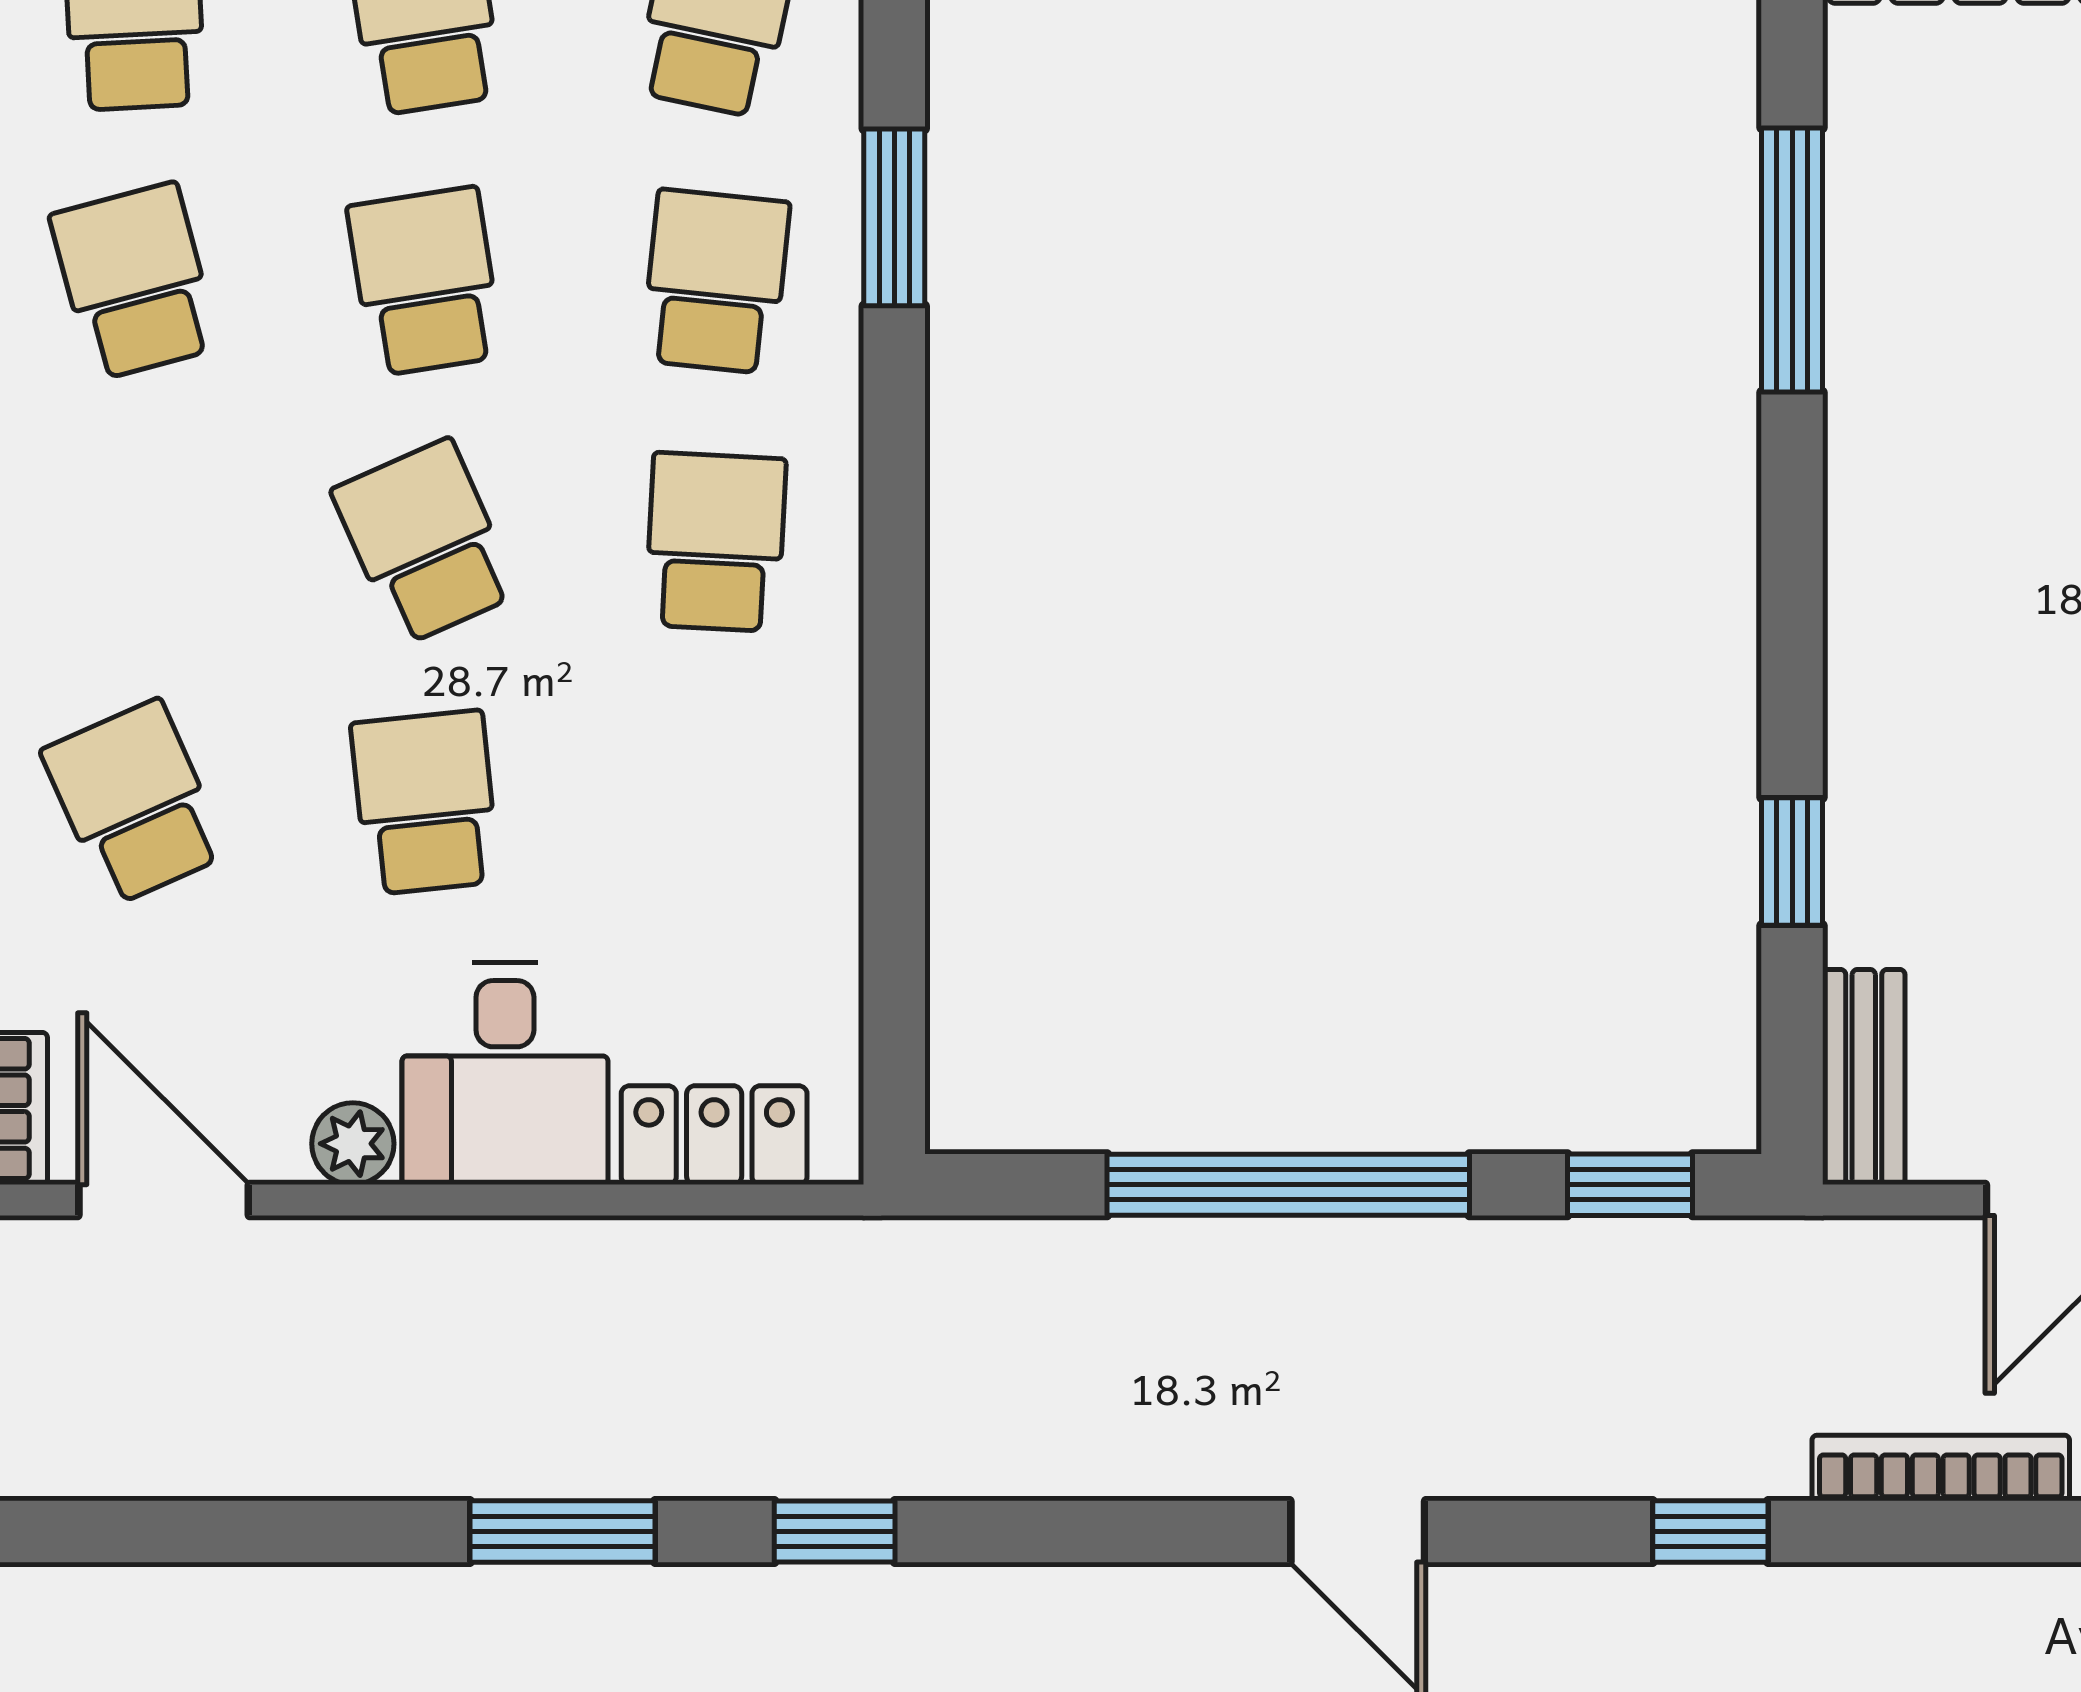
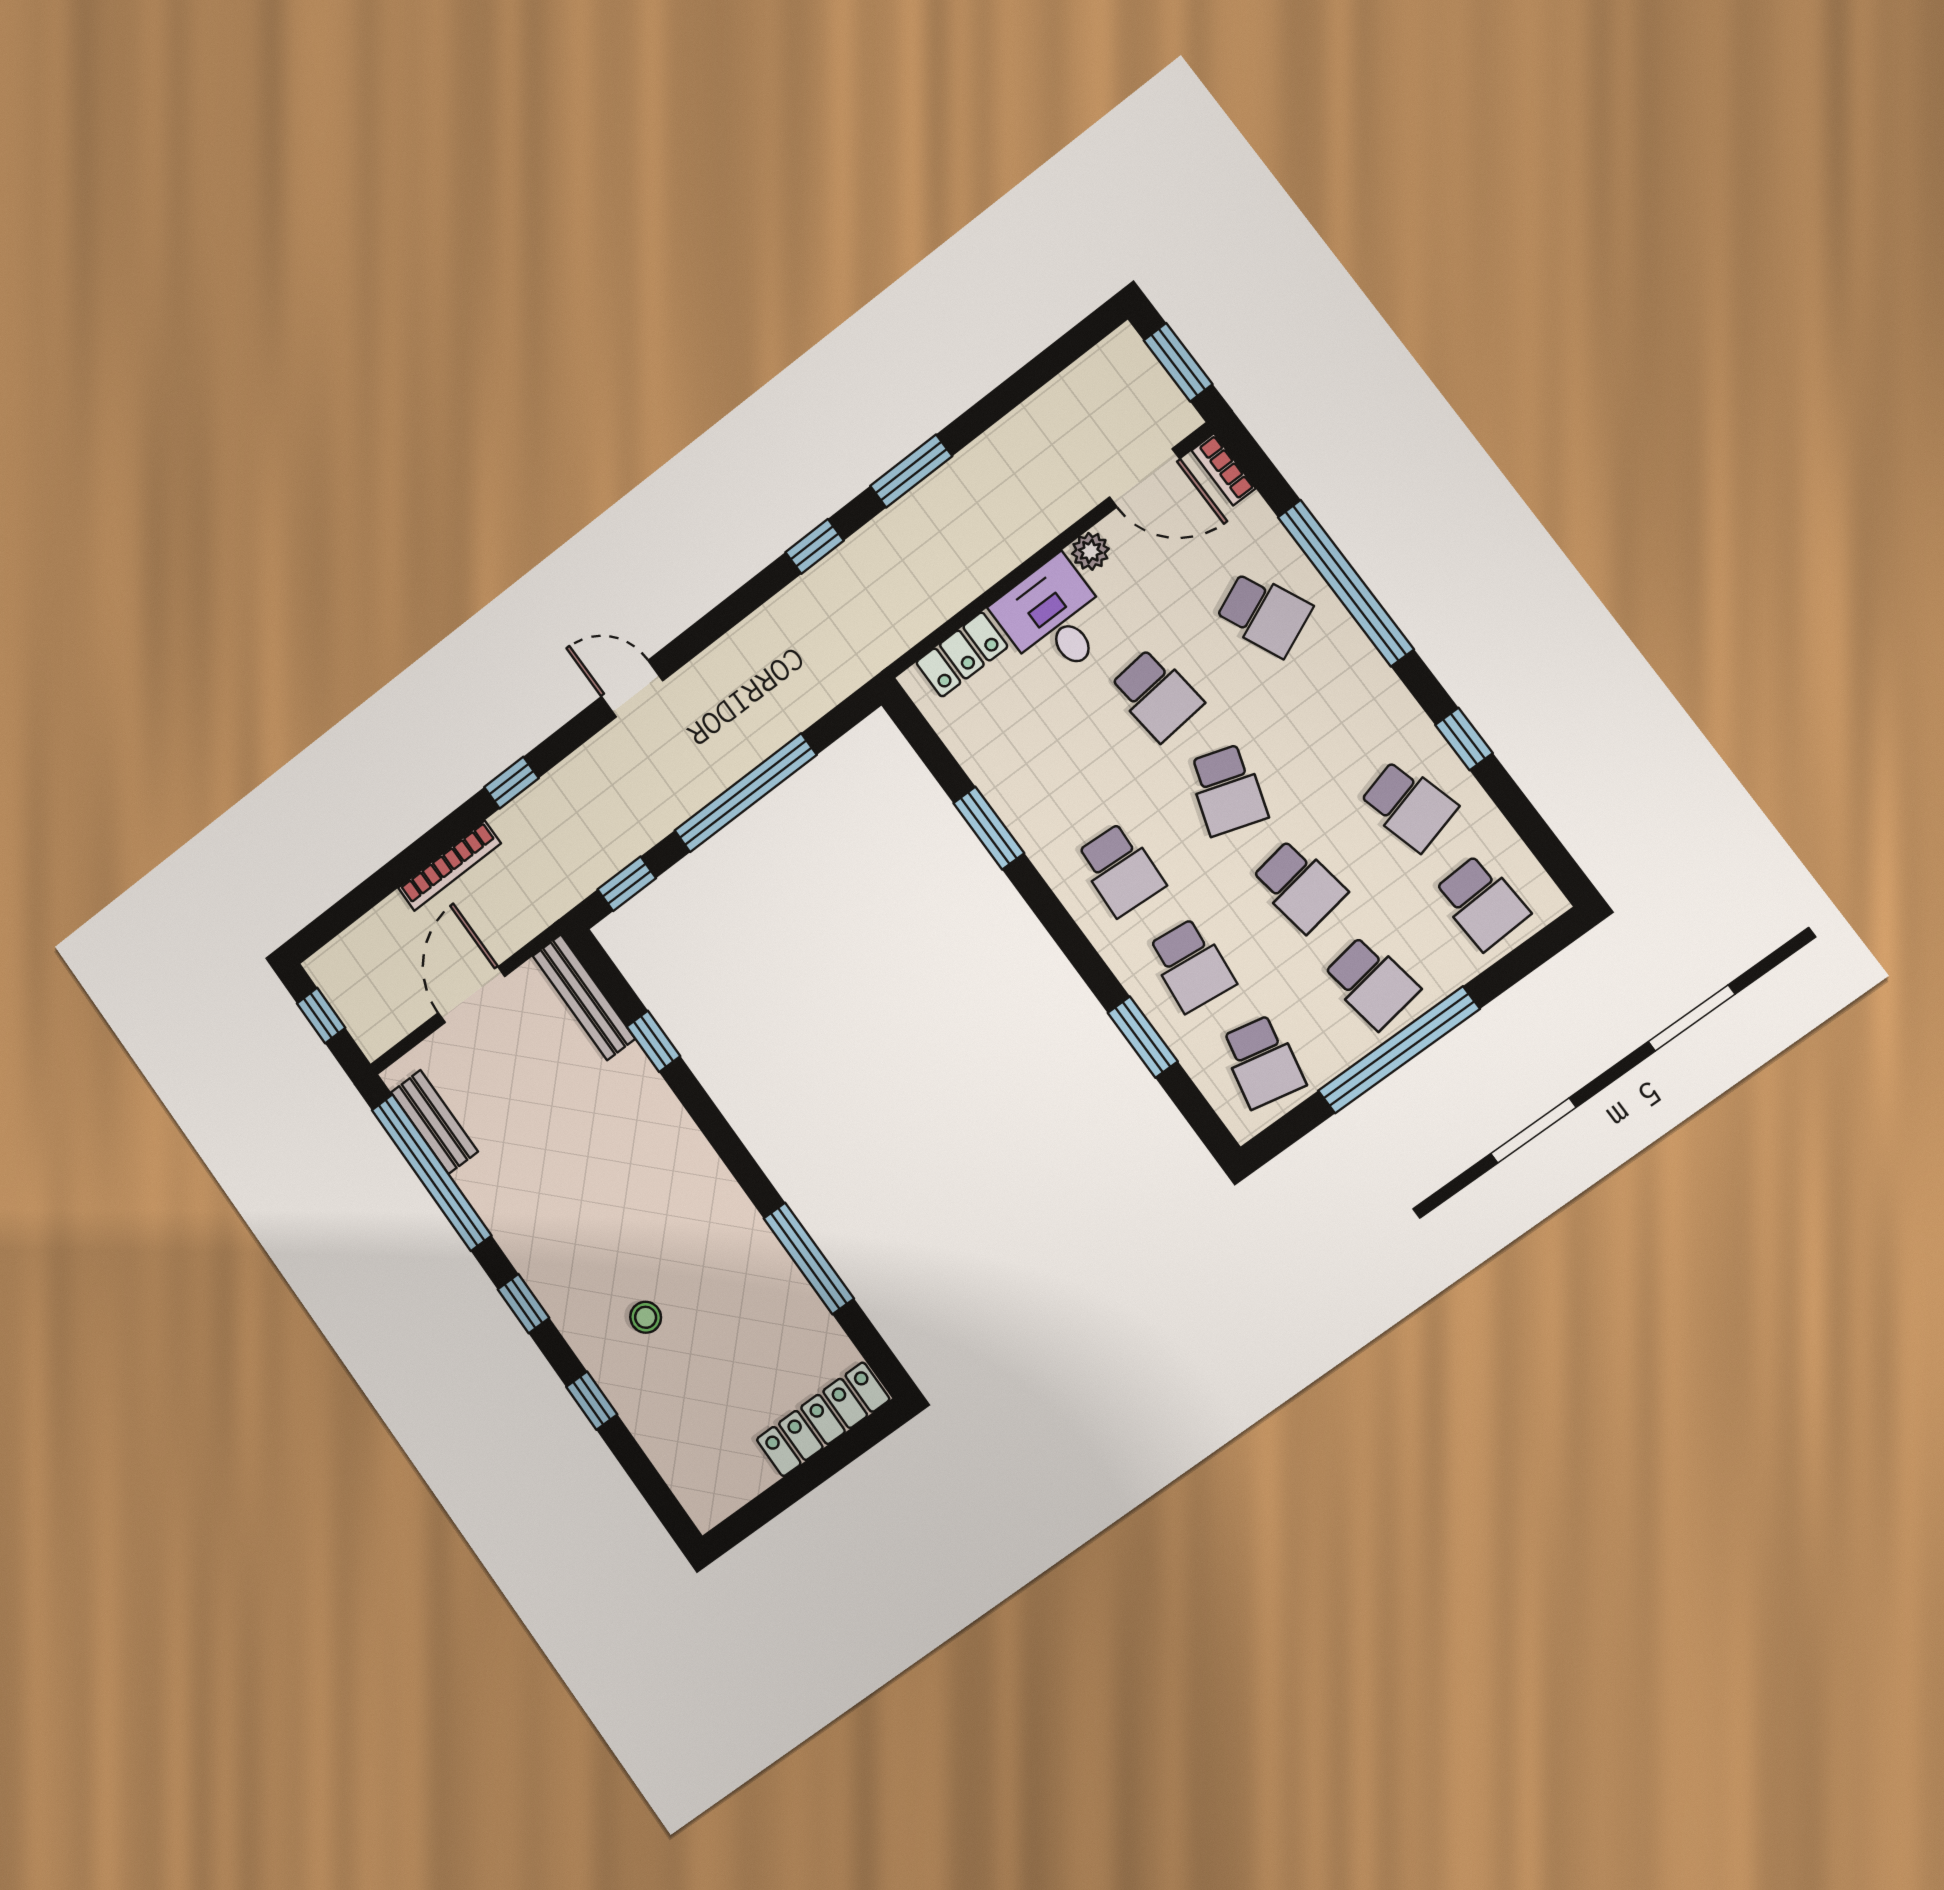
school desk: (425, 542) -> (1227, 790), turned 42
window: (894, 790) -> (989, 828), added
bench: (1864, 1077) -> (584, 997), width x1.36

